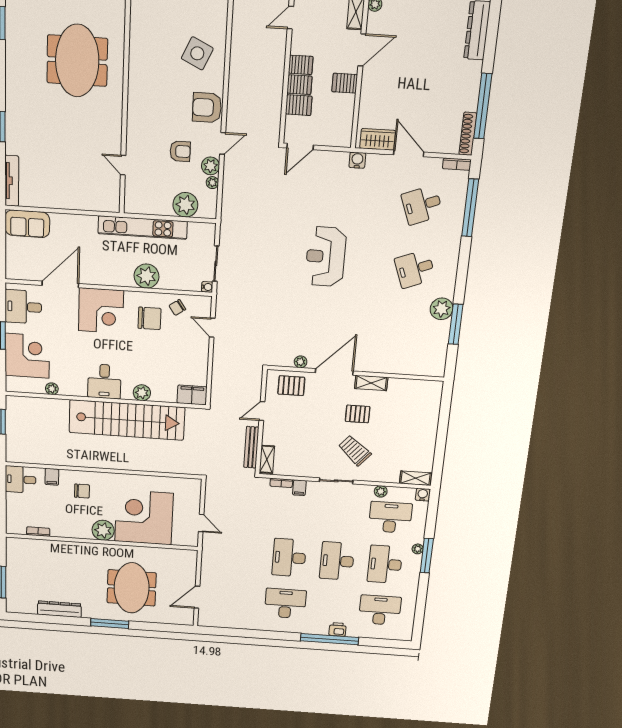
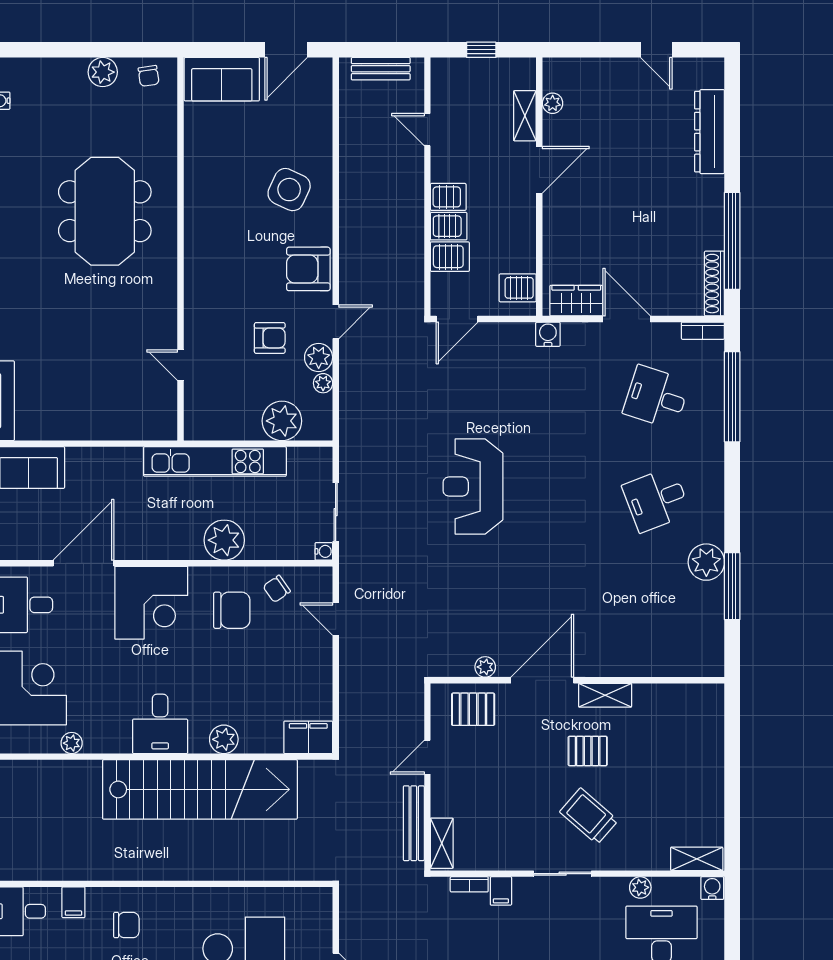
door: (290, 18) -> (427, 130), hinge flipped
server rack: (345, 83) -> (518, 288), moved
desk: (422, 205) -> (656, 397), turned 39
reception desk: (326, 257) -> (473, 487), moved

